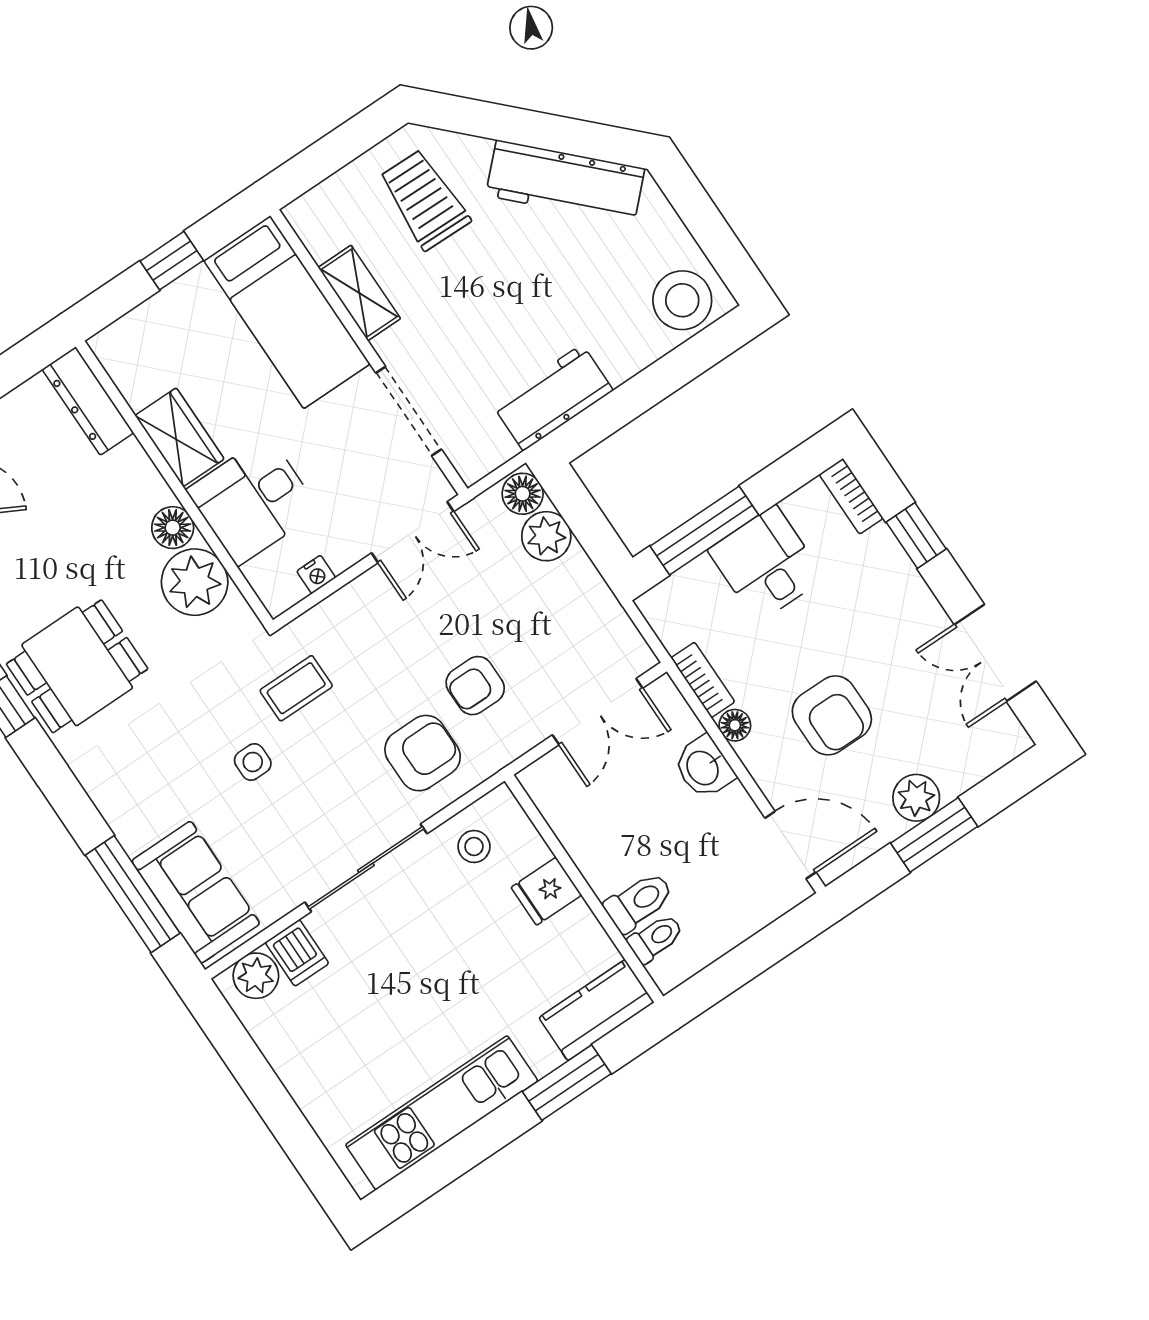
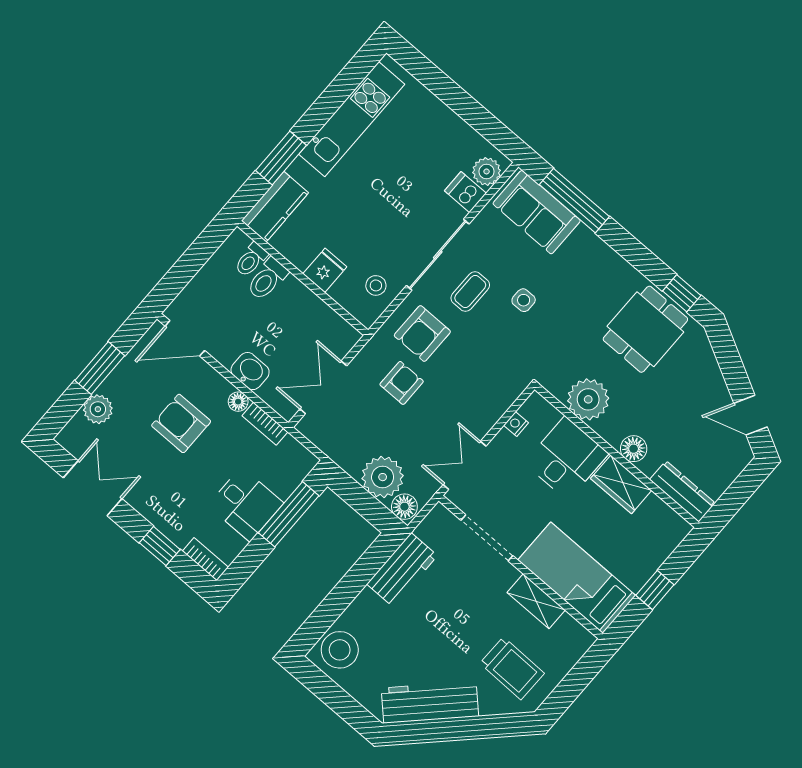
floor lamp: (173, 528) -> (634, 449), moved
plant: (546, 536) -> (383, 477), width x1.36, depth x1.36
coffee table: (296, 688) -> (470, 291), moved
plant: (916, 798) -> (98, 409), moved

